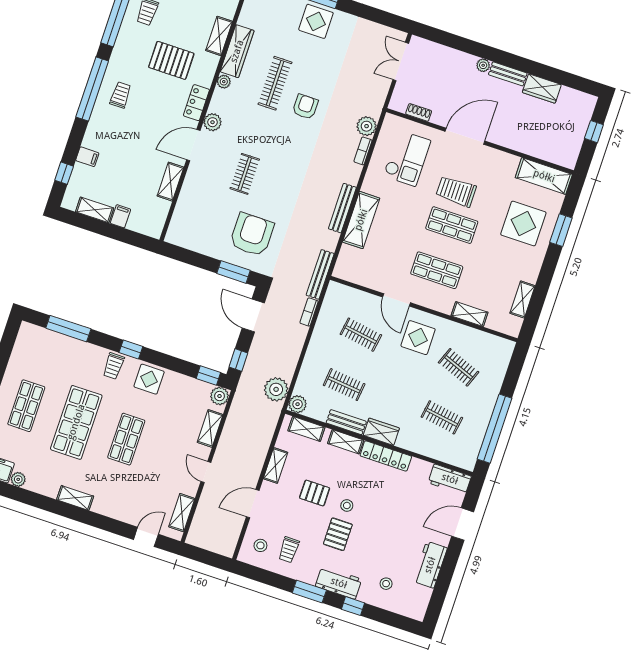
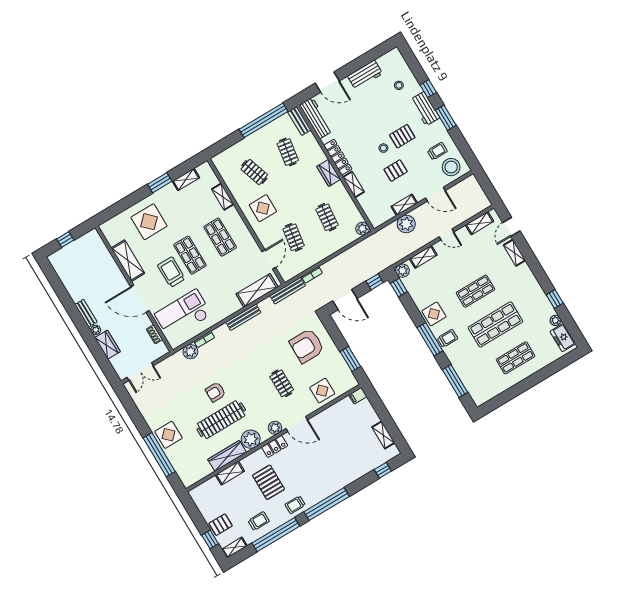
plant: (224, 82) -> (251, 439), width x1.87, depth x1.87
clothes rail: (275, 83) -> (221, 420), width x1.37, depth x1.31
wardrobe: (542, 89) -> (107, 345), moved
trolley: (121, 95) -> (295, 505), moved
filing cabinet: (87, 157) -> (362, 468), removed
checkout: (407, 158) -> (183, 314), width x1.36, depth x1.21
clothes rail: (245, 174) -> (282, 383), turned 90
shelving: (544, 176) -> (128, 261), moved
shelving: (170, 182) -> (327, 415), removed
trolley: (456, 191) -> (171, 272), turned 180
display table: (197, 202) -> (322, 391), added
filing cabinet: (120, 216) -> (358, 396), moved
shelving: (361, 220) -> (257, 290), moved
window: (561, 230) -> (160, 183), moved
window: (234, 272) -> (350, 359), moved
door: (396, 300) -> (269, 260), moved
door: (253, 315) -> (345, 300), hinge flipped
window: (131, 350) -> (430, 339), width x2.17
clothes rail: (459, 367) -> (254, 172), turned -39
plant: (276, 389) -> (406, 224), moved
bench: (346, 422) -> (299, 121), moved
shelving: (306, 429) -> (369, 210), removed
door: (206, 472) -> (447, 234), hinge flipped
workbench: (450, 479) -> (316, 118), width x1.38
pallet: (315, 493) -> (396, 171), turned 90
shelving: (75, 498) -> (514, 253), moved
window: (38, 501) -> (555, 299), added
door: (146, 537) -> (511, 227), hinge flipped
stool: (260, 545) -> (451, 167), width x1.89, depth x1.89

